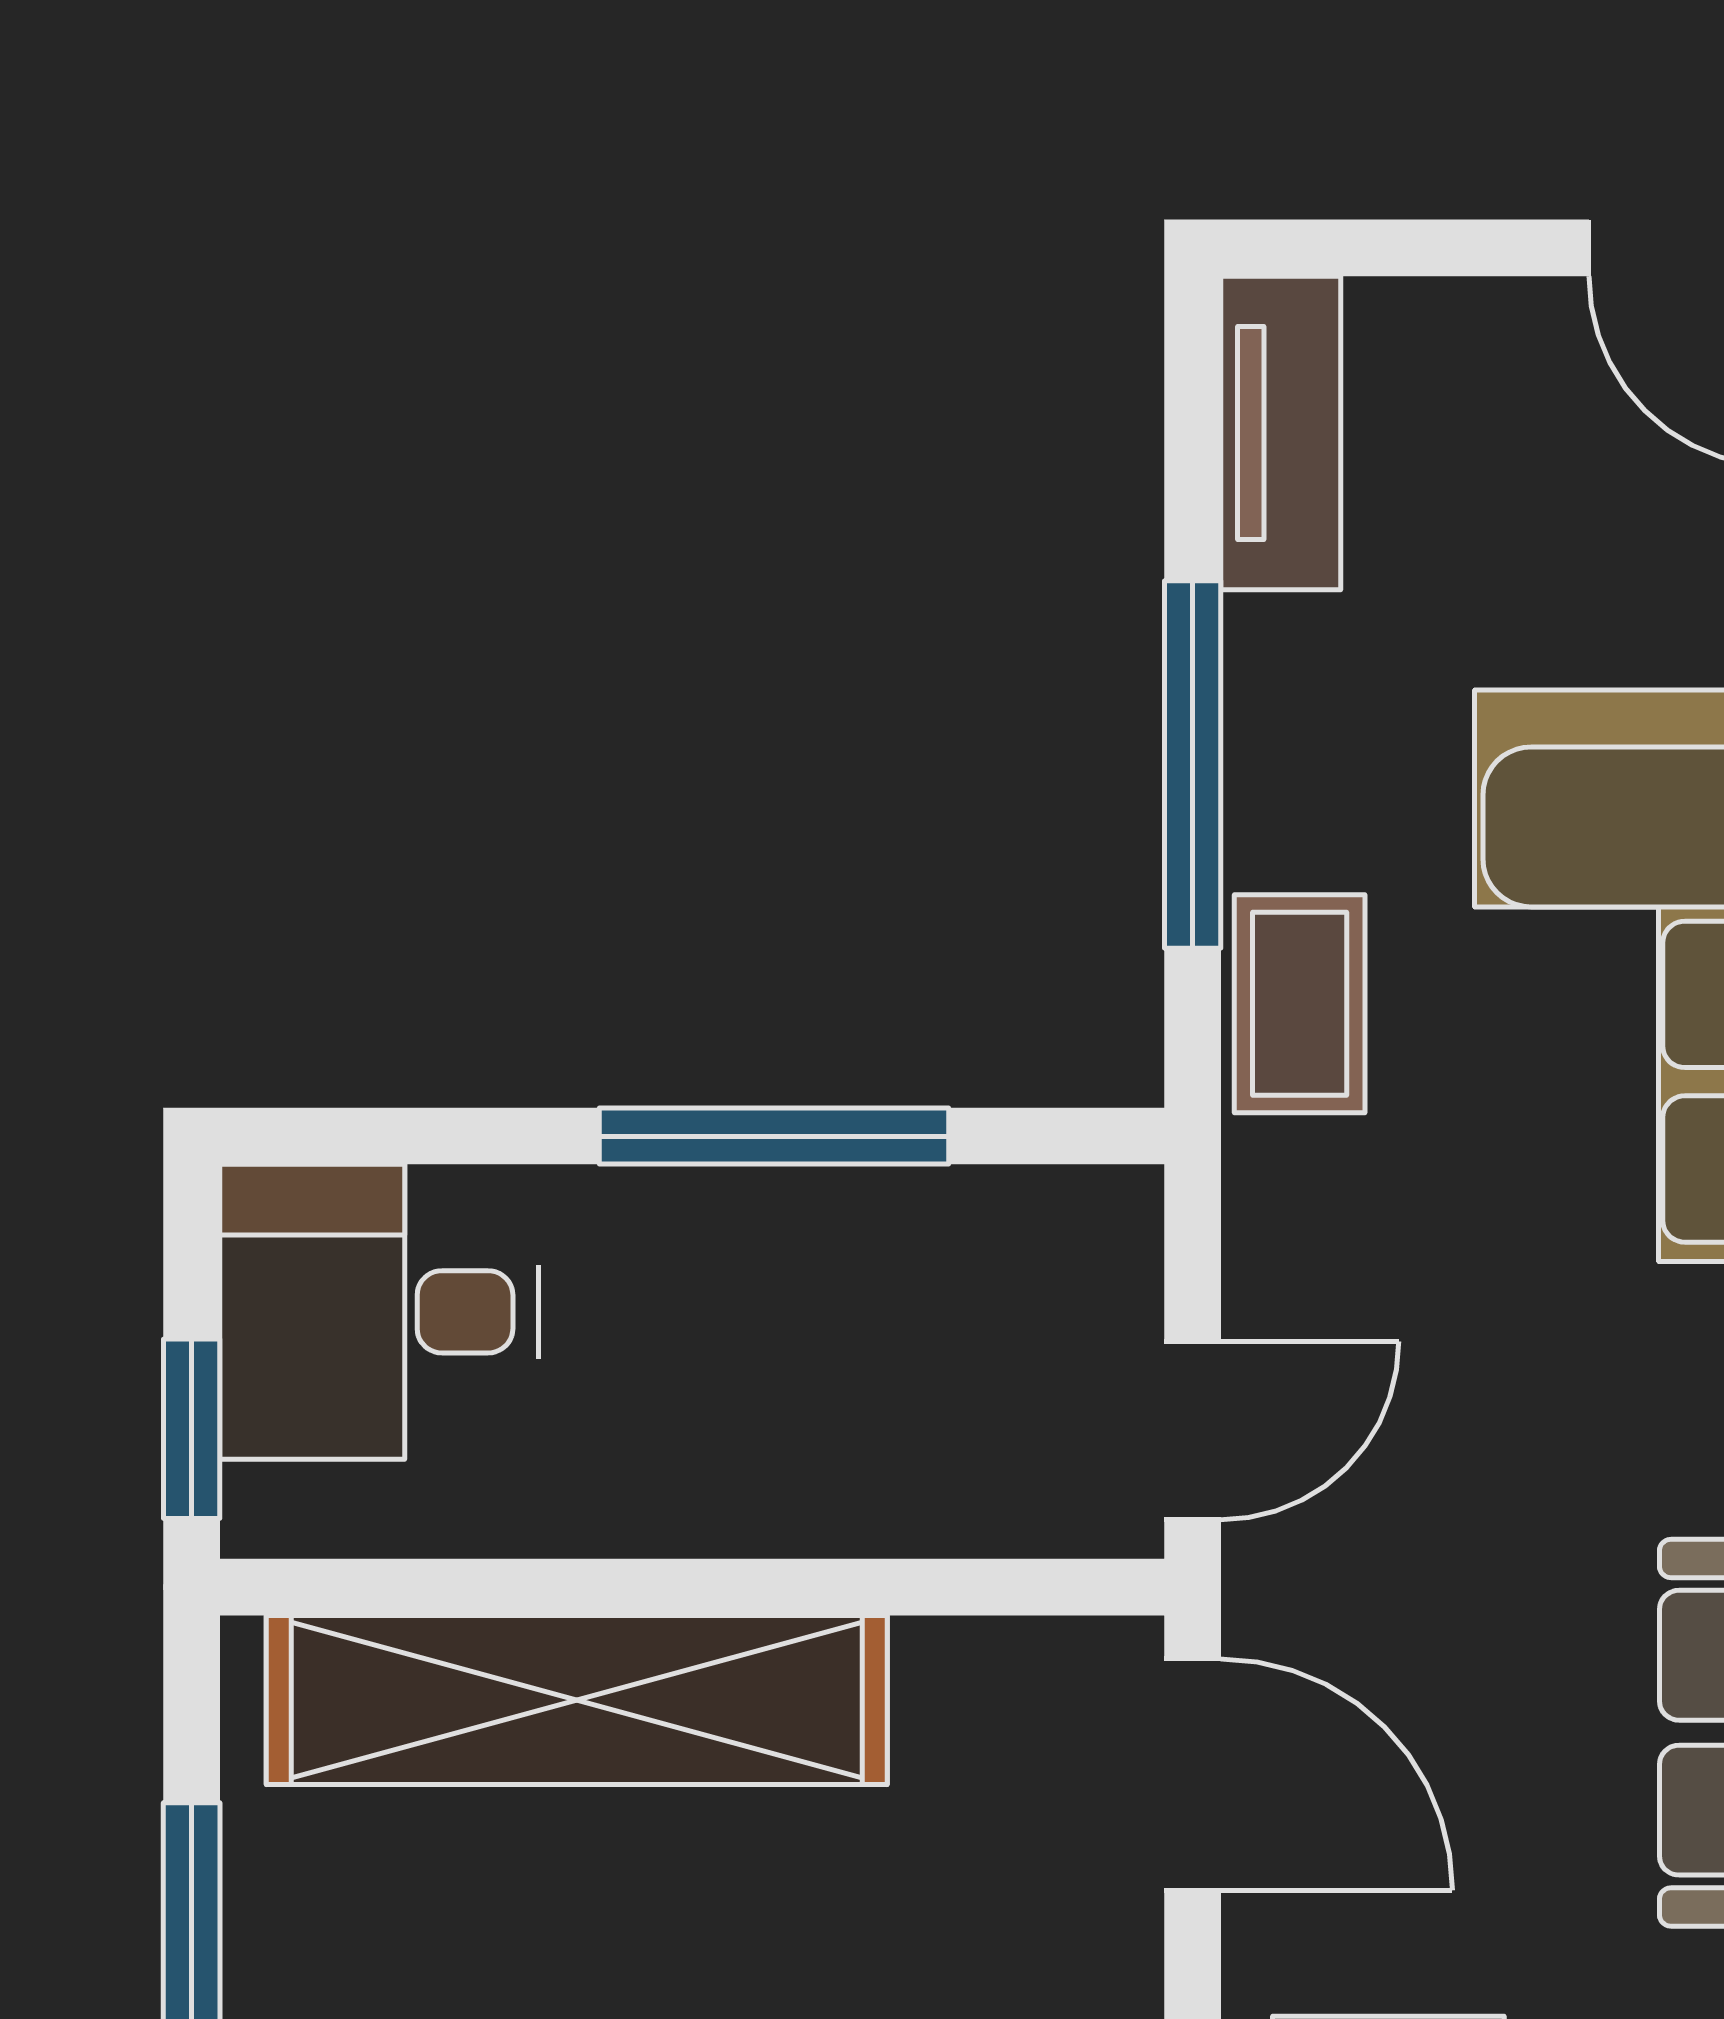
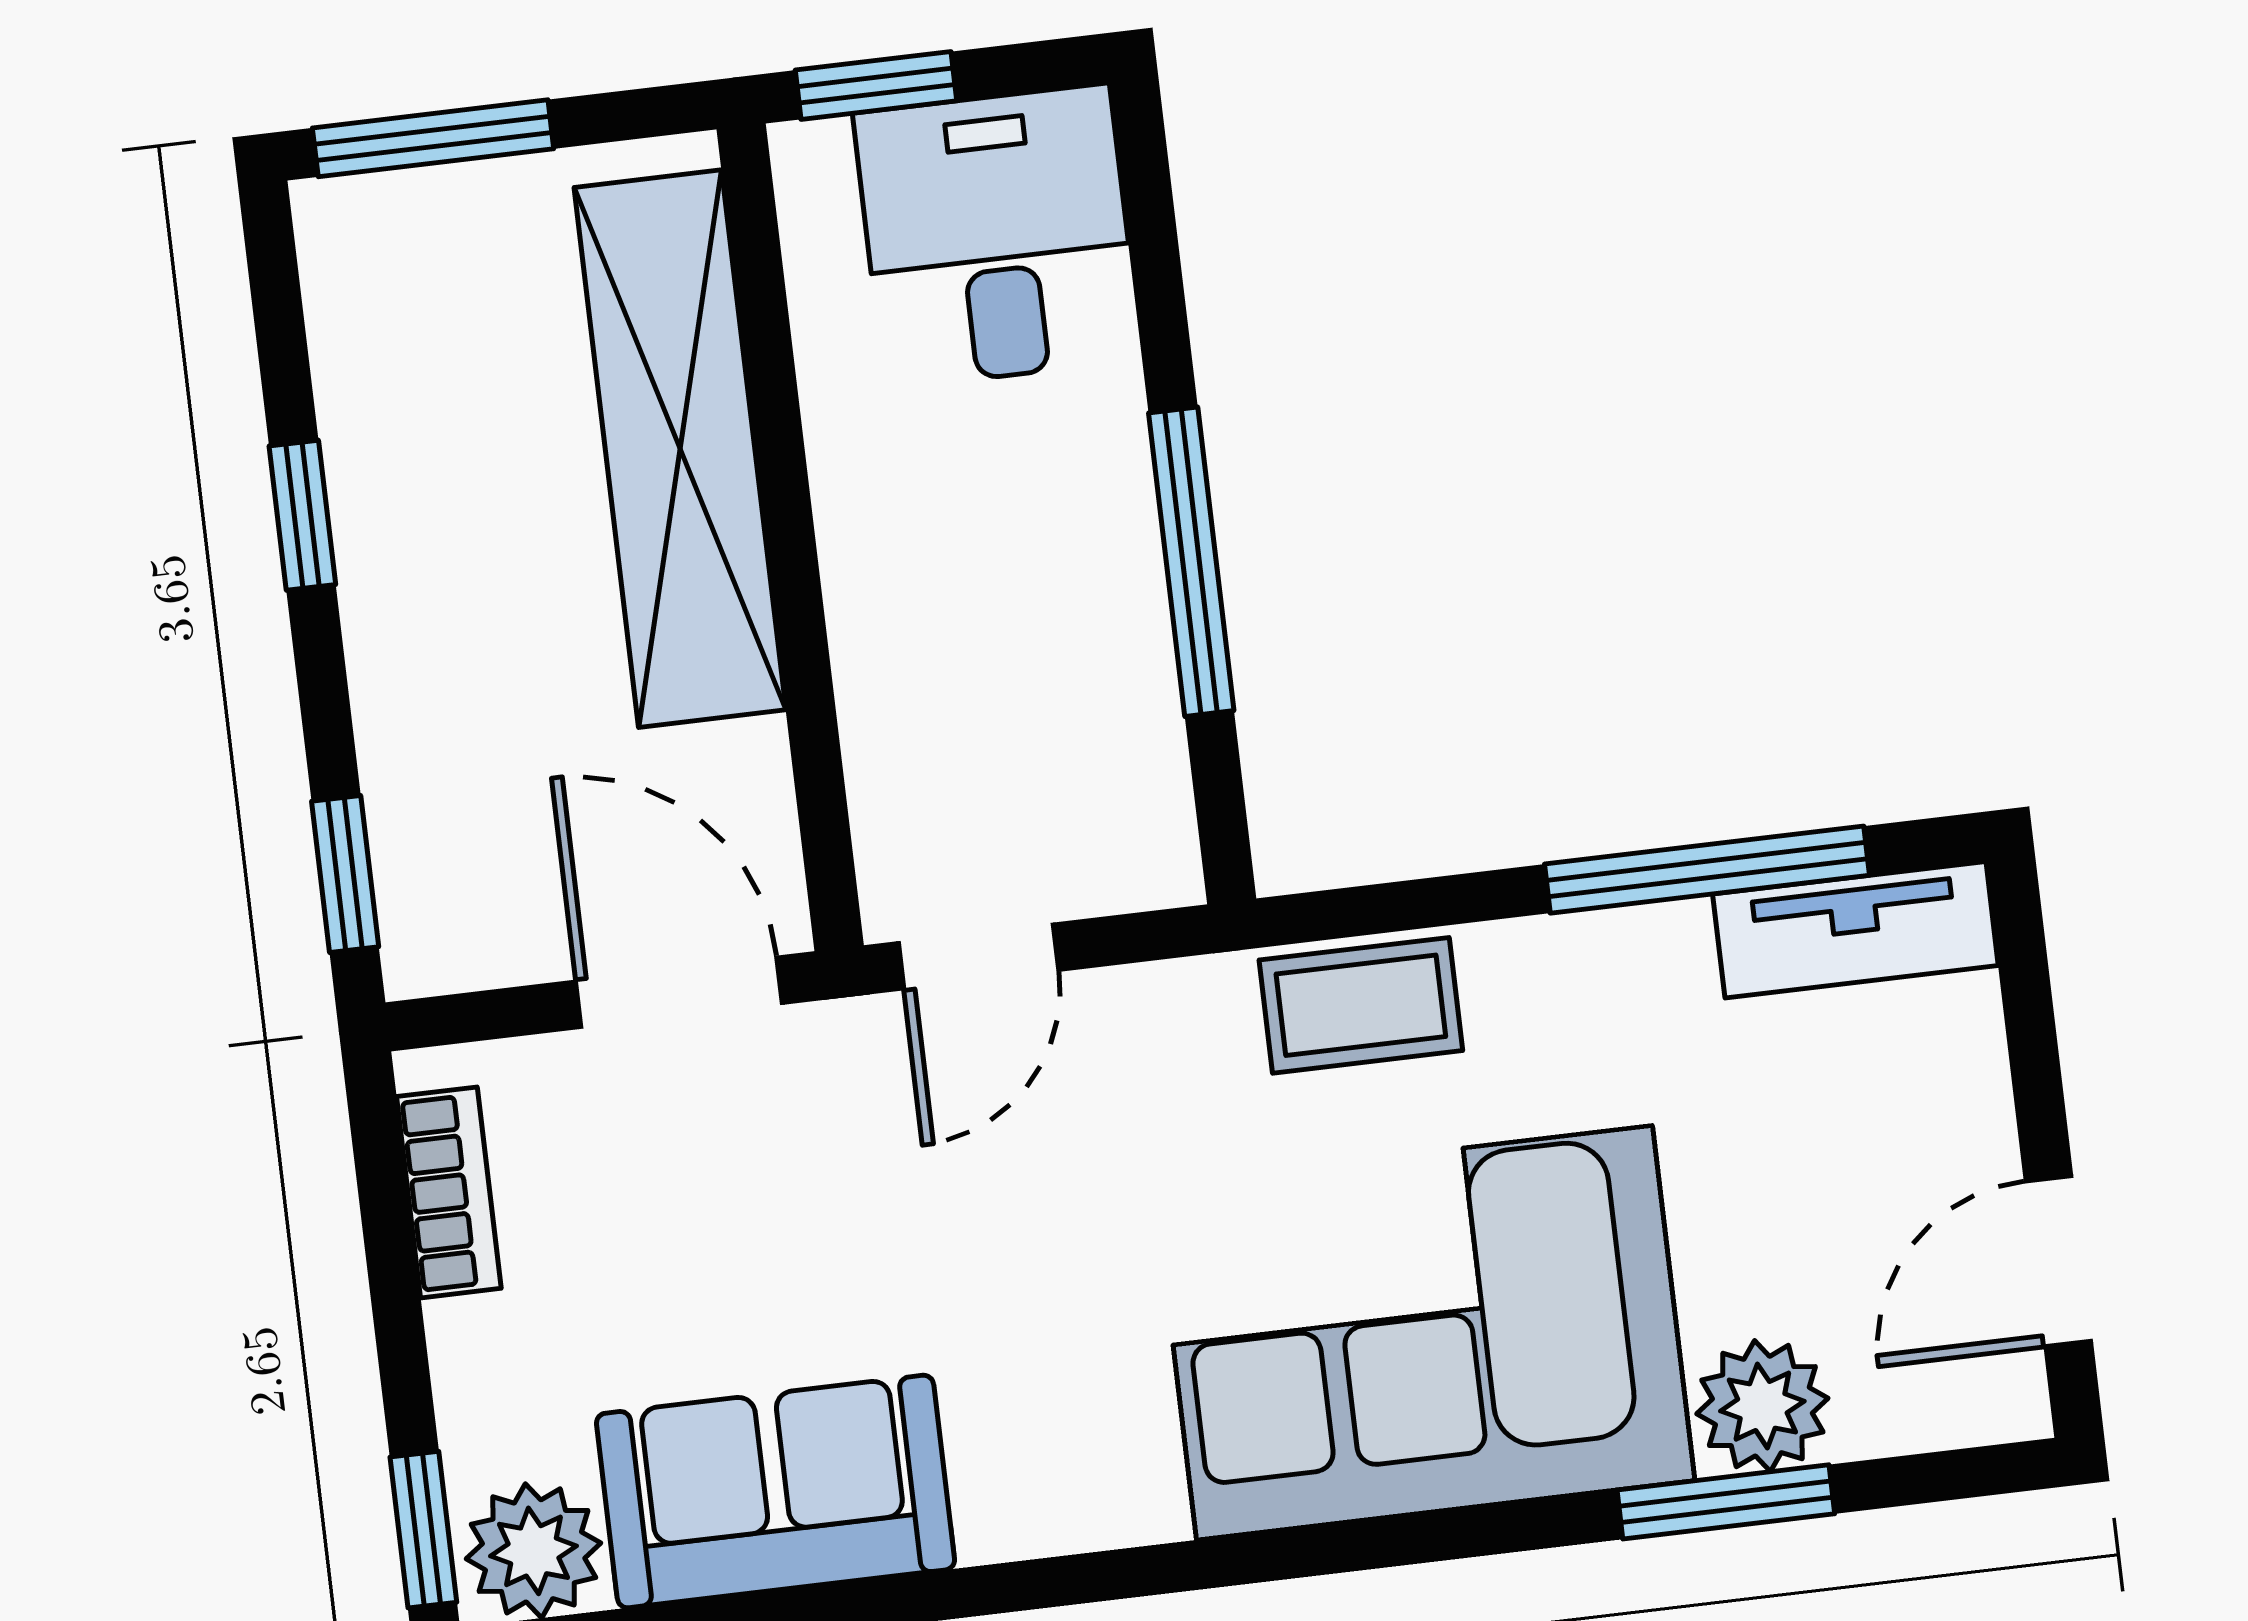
window: (1193, 765) -> (1707, 870), moved
door: (1193, 1430) -> (978, 957), hinge flipped
door: (1193, 1775) -> (679, 992), swing flipped

